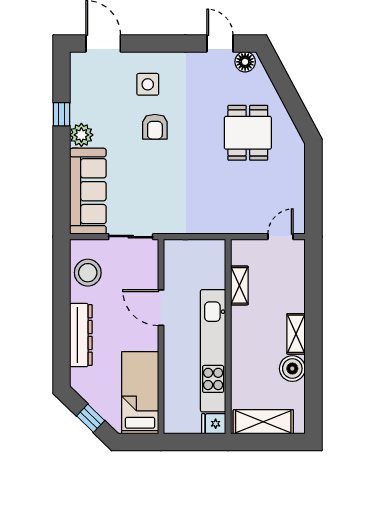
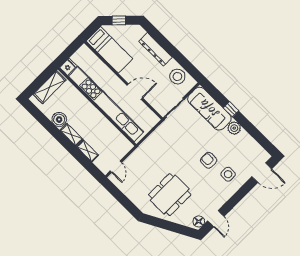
door: (220, 43) -> (216, 219), hinge flipped
window: (62, 114) -> (231, 109), moved
dining table: (248, 133) -> (170, 195), width x1.38
shelving: (239, 285) -> (88, 151), moved
kitchen unit: (213, 351) -> (106, 104), width x1.36

